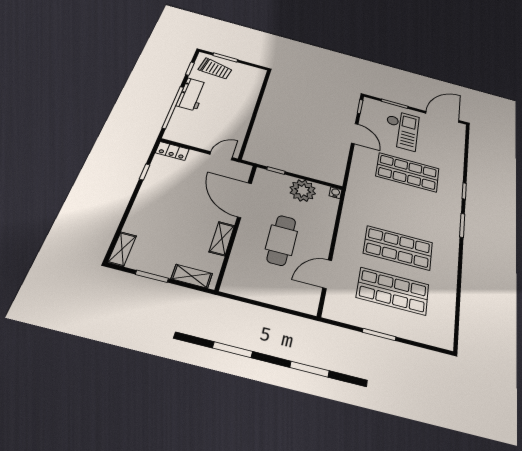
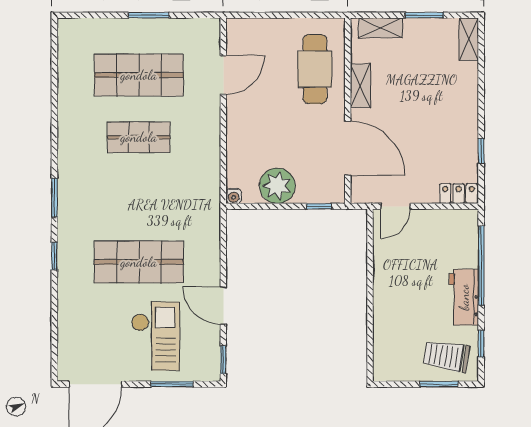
checkout: (402, 130) -> (156, 336), turned 180
cafe table: (281, 240) -> (315, 69), moved
shop shelf: (398, 248) -> (139, 137), width x0.70, depth x0.74

